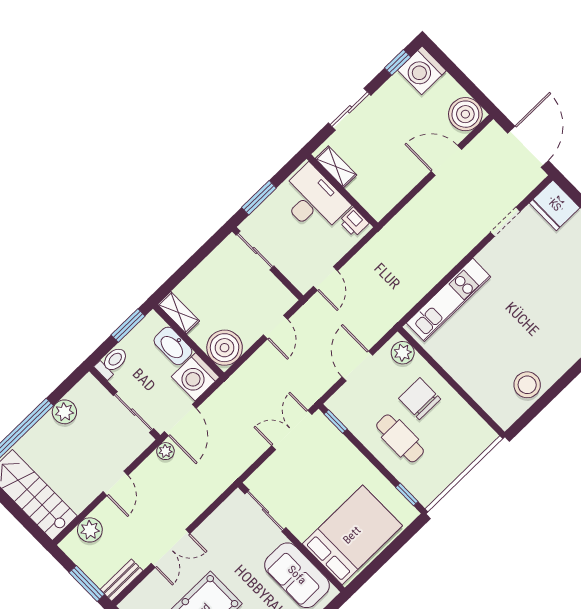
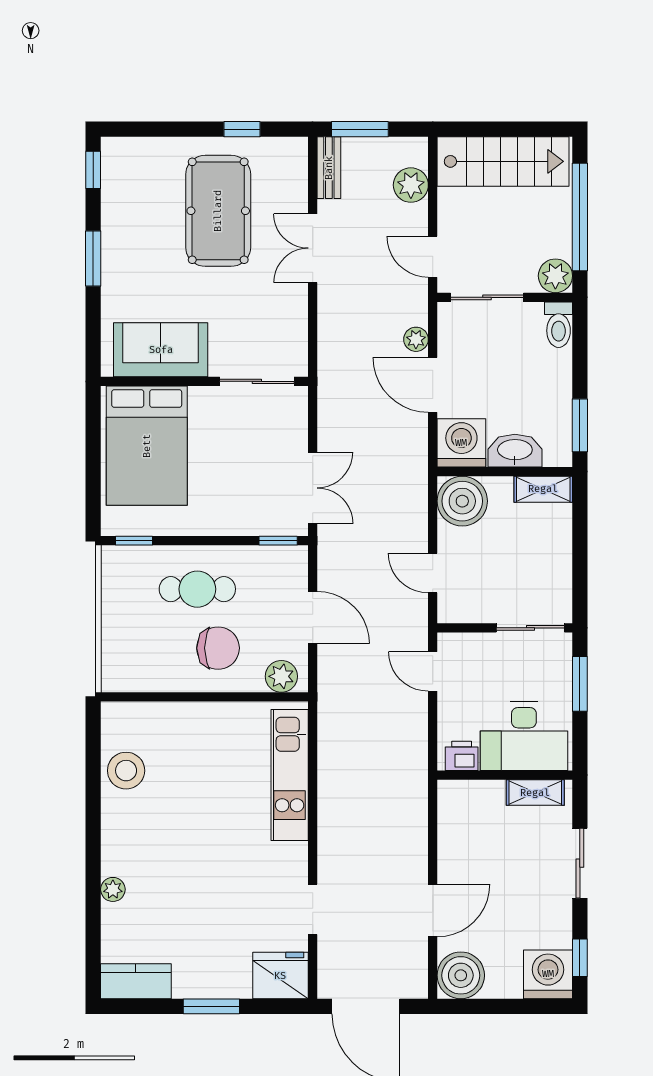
toilet: (112, 362) -> (559, 325), moved
wall: (125, 403) -> (505, 297), moved
sliding door: (133, 412) -> (487, 297), moved

